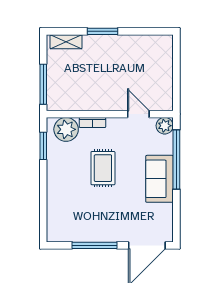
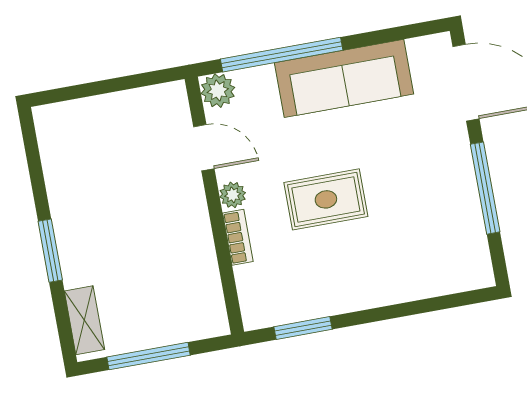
window: (43, 84) -> (148, 356), moved
door: (138, 114) -> (204, 148), swing flipped
plant: (66, 129) -> (233, 195), moved, width x0.53, depth x0.53
sofa: (159, 179) -> (344, 78), width x1.36

